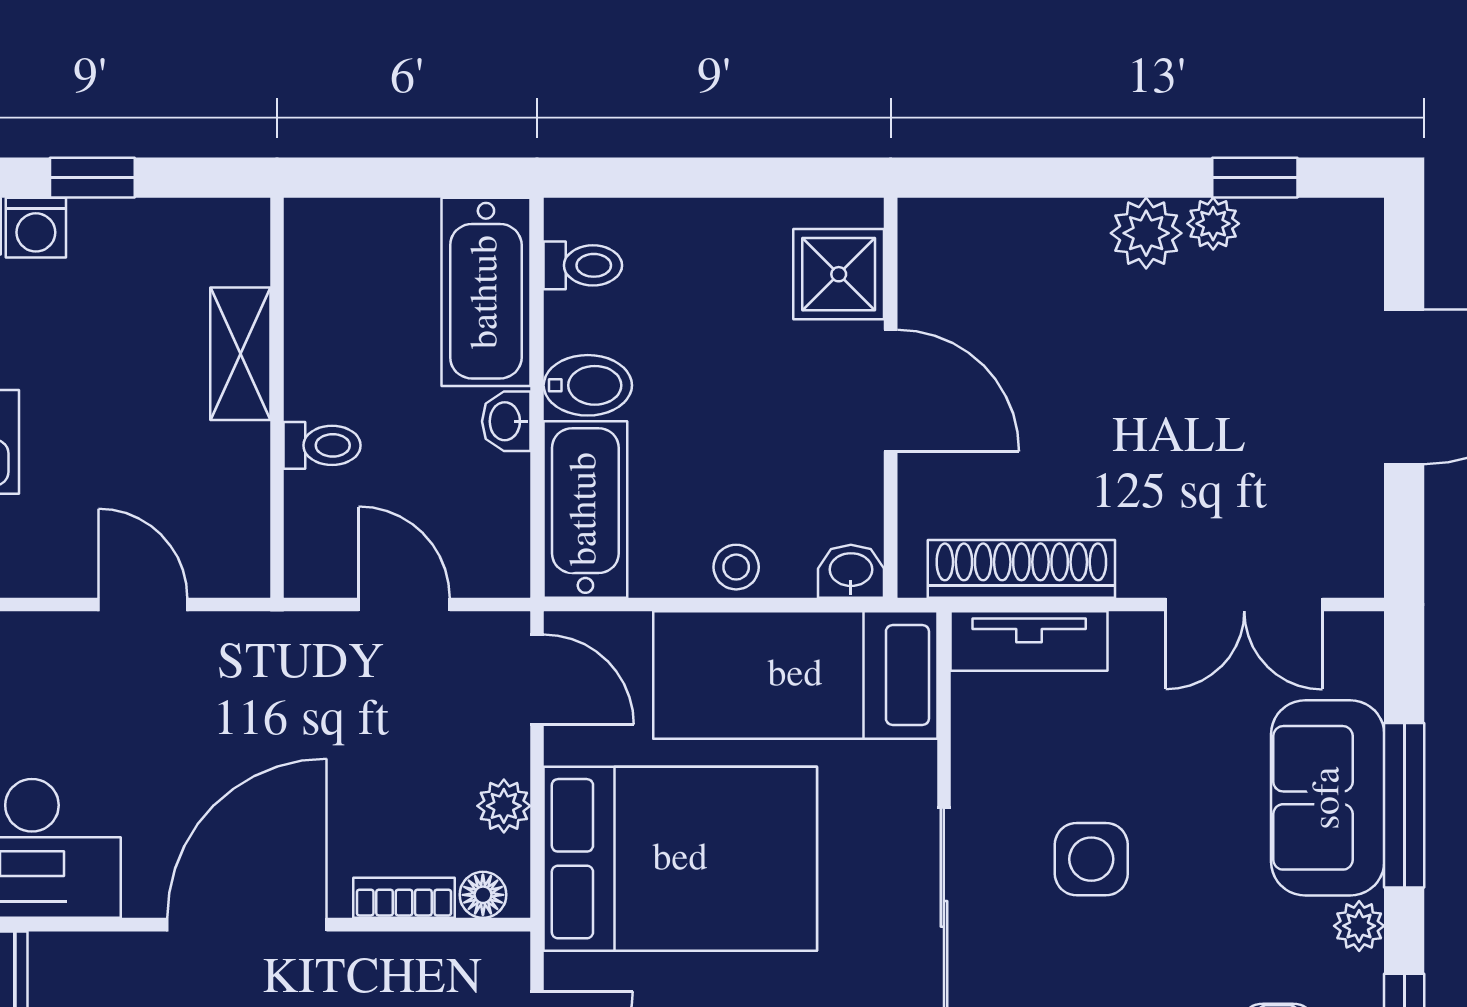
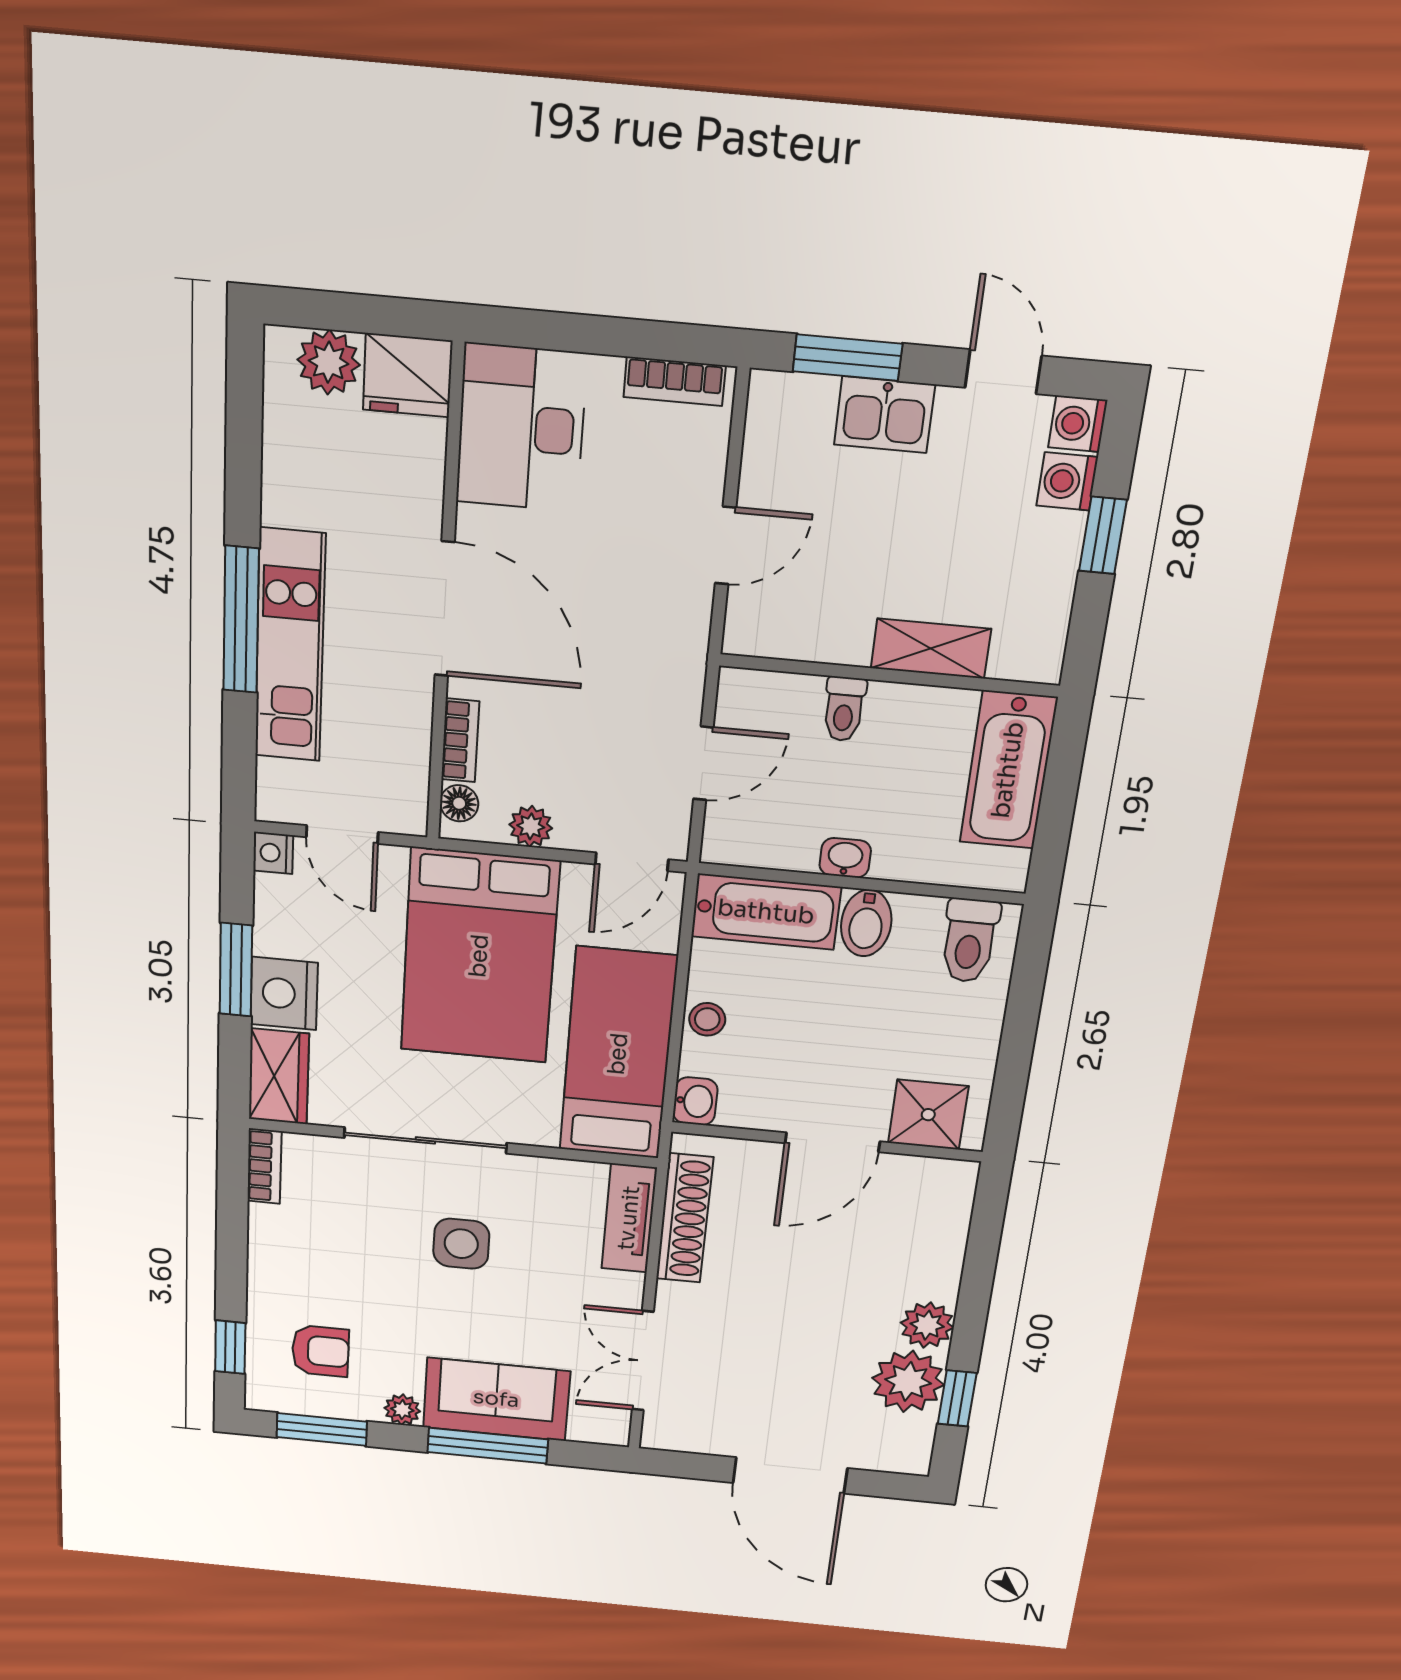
plant: (1213, 224) -> (908, 1381), width x1.88, depth x1.88
toilet: (583, 265) -> (969, 941), width x1.37, depth x1.39
bathtub: (486, 292) -> (1008, 770), moved, turned -90

